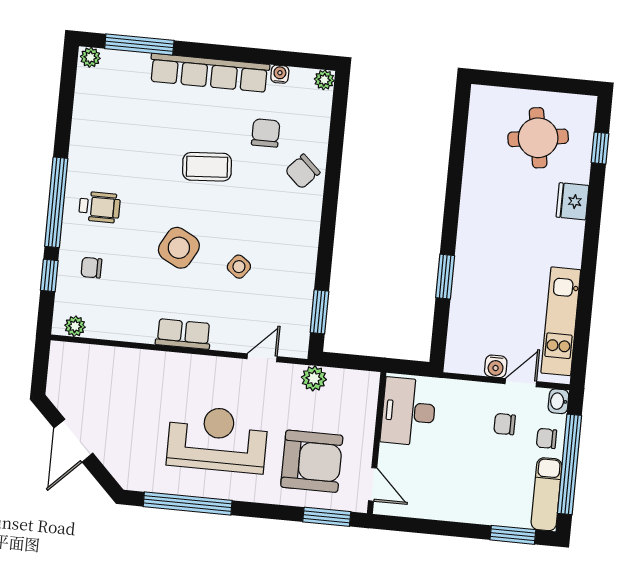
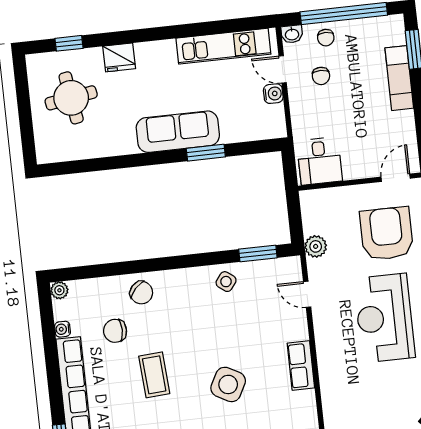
sofa: (475, 250) -> (178, 132), added
side table: (239, 267) -> (226, 282), moved
desk: (408, 412) -> (320, 161), width x0.73
exam couch: (547, 494) -> (399, 78), moved, turned 90

